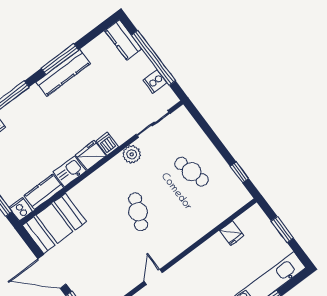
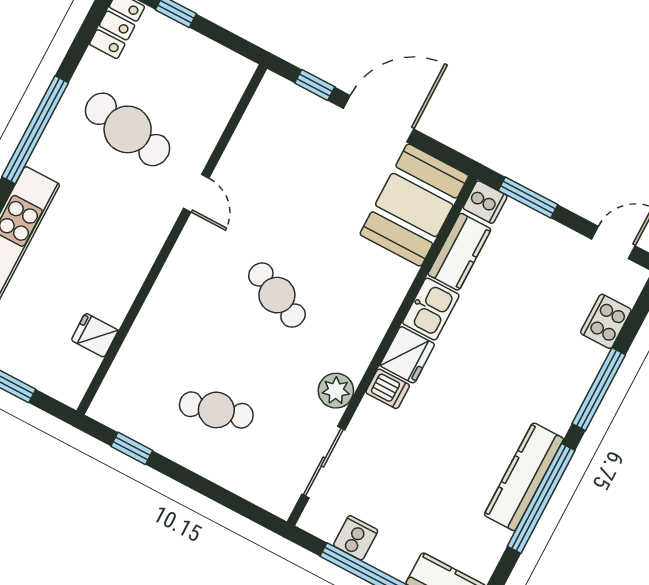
window: (60, 59) -> (541, 498), width x1.46

